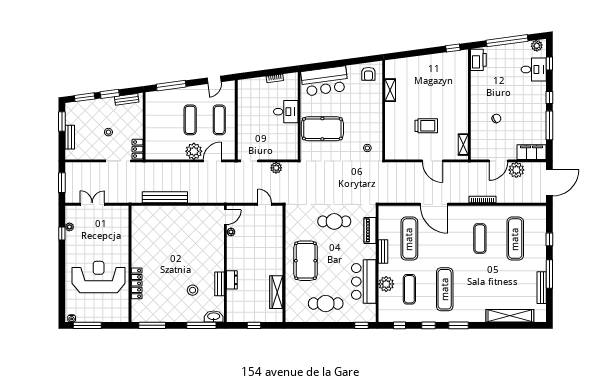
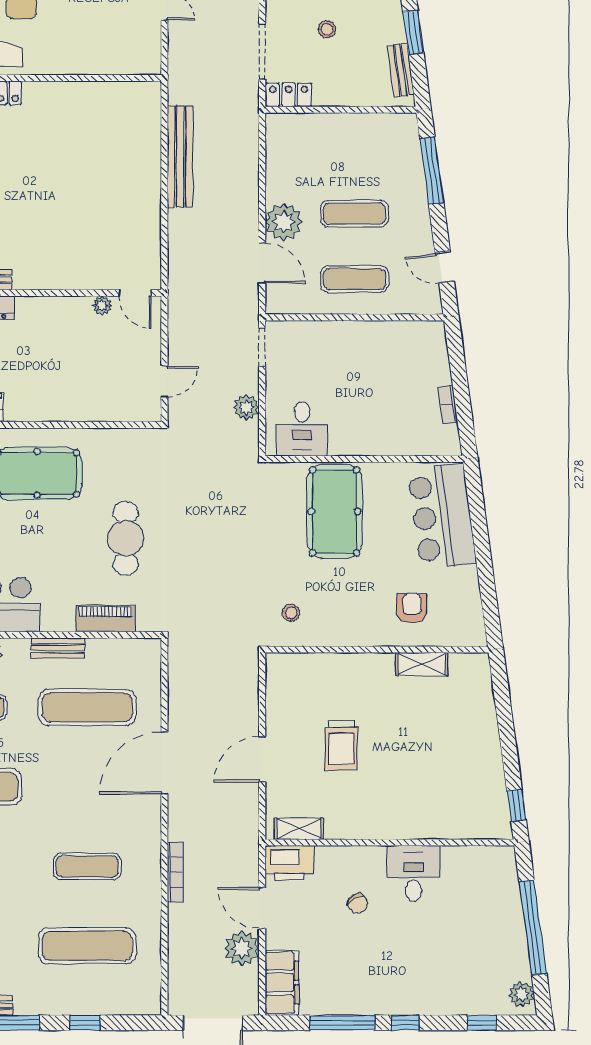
printer: (478, 60) -> (289, 863), moved
desk: (534, 70) -> (413, 873), moved, turned 180
armchair: (368, 74) -> (412, 608), moved, turned 90
desk: (286, 112) -> (302, 429), moved

